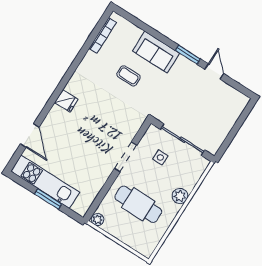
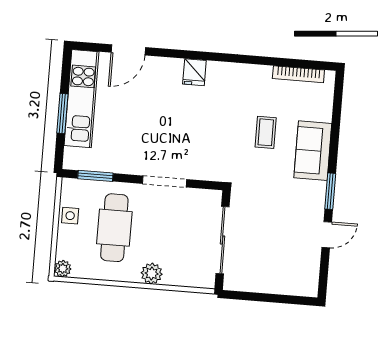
side table: (160, 157) -> (70, 216), moved
window: (99, 199) -> (95, 176), added
plant: (98, 220) -> (63, 269), moved

